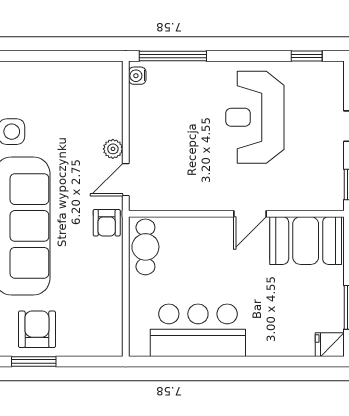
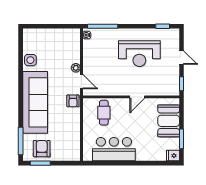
reception desk: (255, 117) -> (139, 54), turned -90
door: (126, 180) -> (81, 82), swing flipped
booth: (306, 241) -> (169, 121), moved, turned 90
cafe table: (145, 247) -> (104, 113), moved

